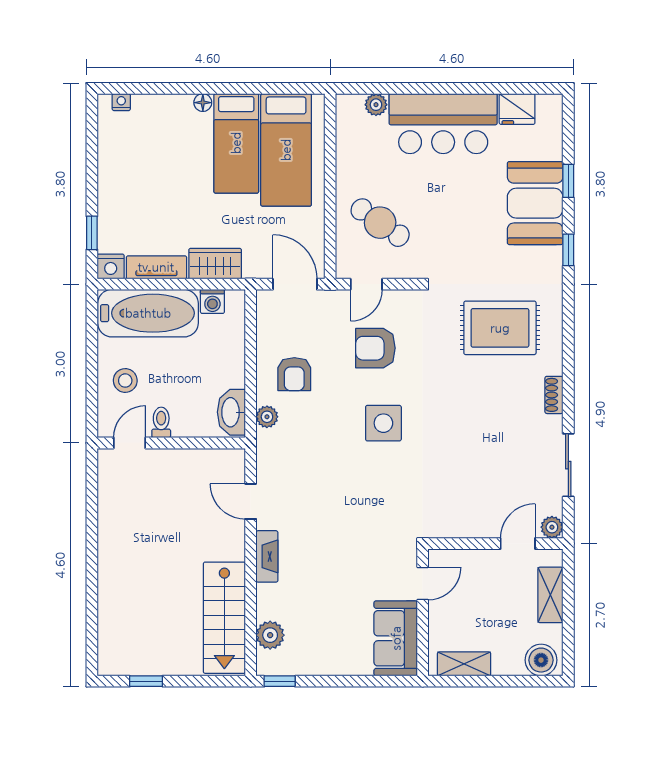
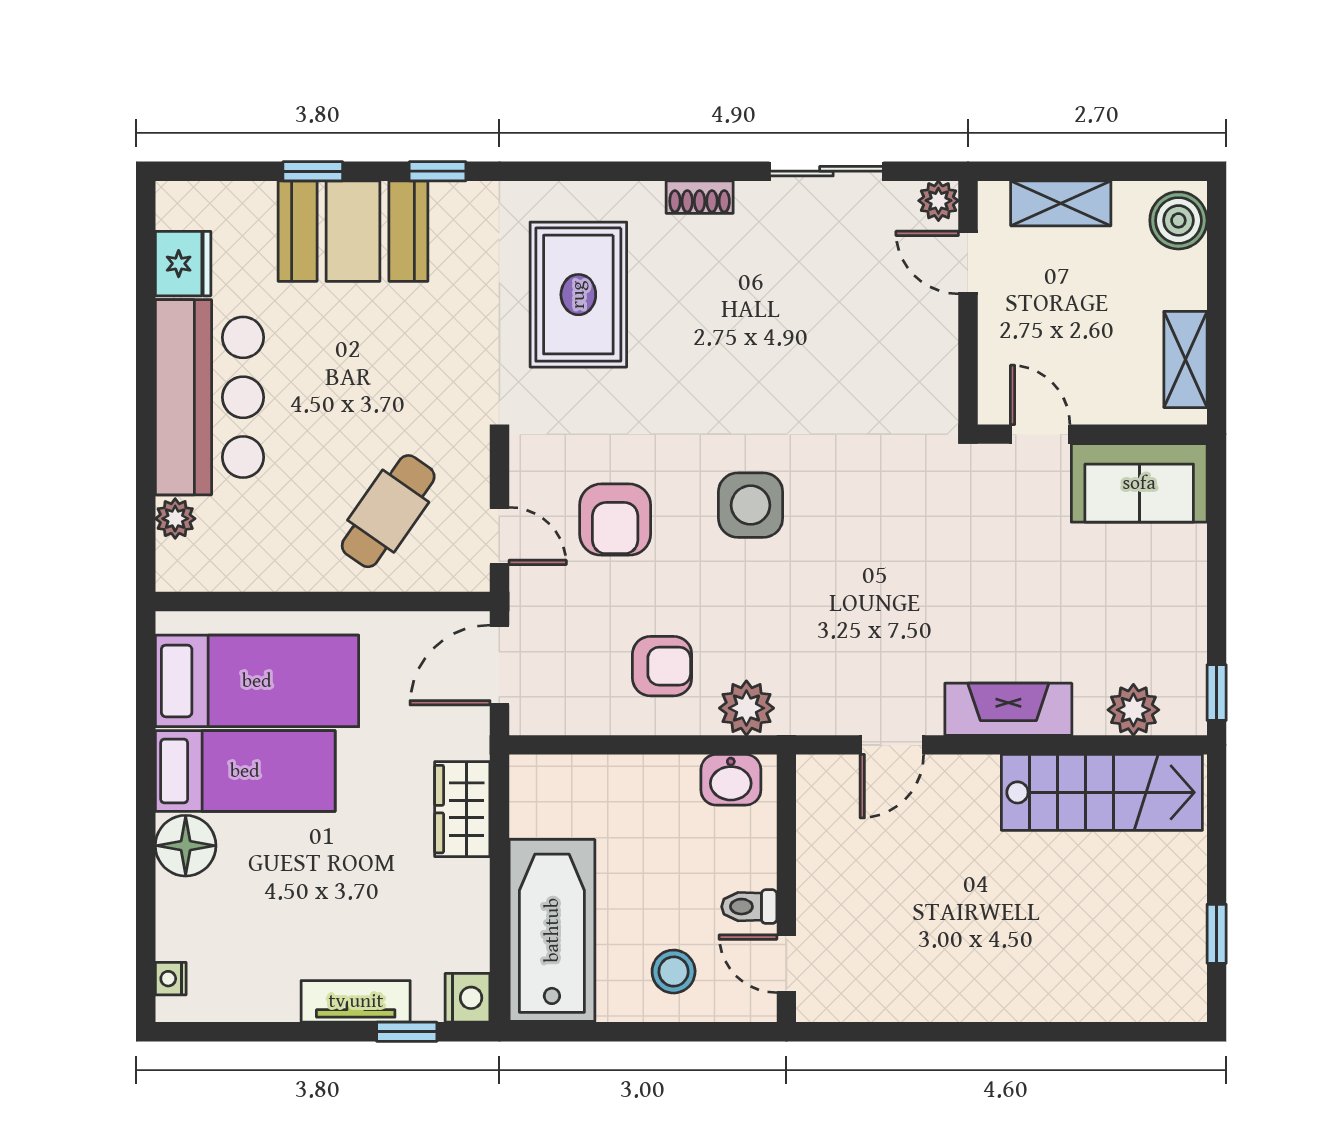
floor lamp: (203, 103) -> (186, 846), width x1.89, depth x1.89
tv unit: (156, 267) -> (356, 1001), moved, turned 90
washing machine: (212, 301) -> (531, 814), removed
washbasin: (231, 412) -> (731, 780), width x0.72
plant: (267, 417) -> (746, 708), width x1.38, depth x1.38
fireplace: (267, 556) -> (1008, 709), width x1.37, depth x1.32

